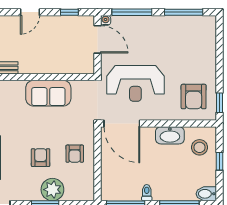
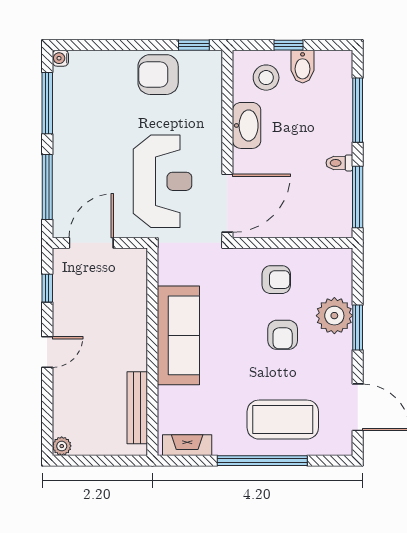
door: (30, 12) -> (47, 352), hinge flipped
water cooler: (106, 20) -> (60, 58), moved
sofa: (48, 93) -> (178, 335), width x1.36
armchair: (194, 97) -> (158, 75), moved, turned 180
armchair: (41, 158) -> (283, 335), turned -90
bidet: (206, 194) -> (303, 67), moved

